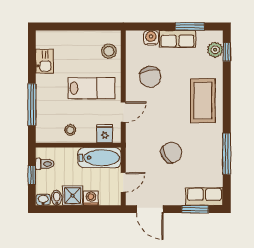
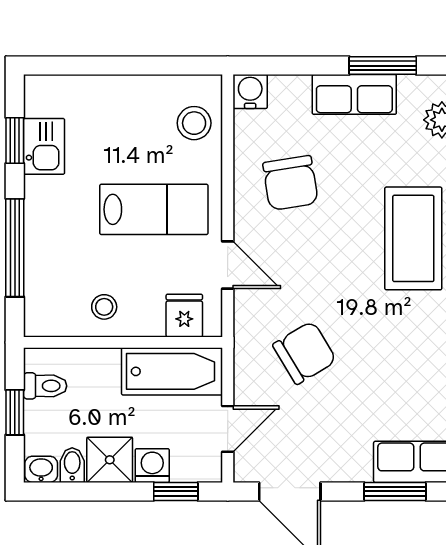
water cooler: (151, 38) -> (250, 91), moved
window: (32, 59) -> (15, 141), added
door: (123, 112) -> (228, 265), hinge flipped
chair: (171, 153) -> (305, 353), moved
window: (101, 209) -> (176, 491), added

